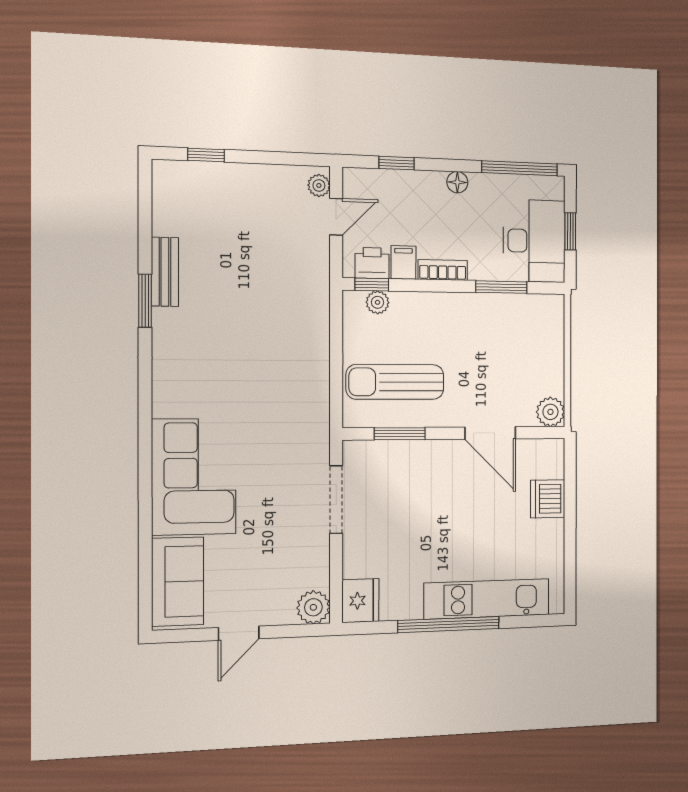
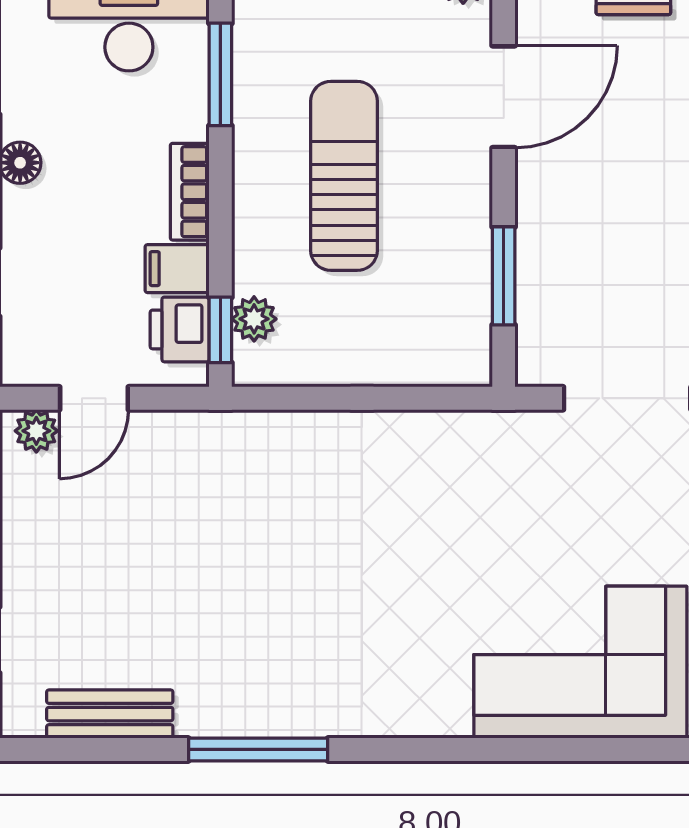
door: (336, 217) -> (94, 398), swing flipped
bench: (165, 272) -> (110, 714), moved
window: (145, 301) -> (258, 749), width x1.44
sun lounger: (395, 382) -> (344, 176), moved, turned 180

